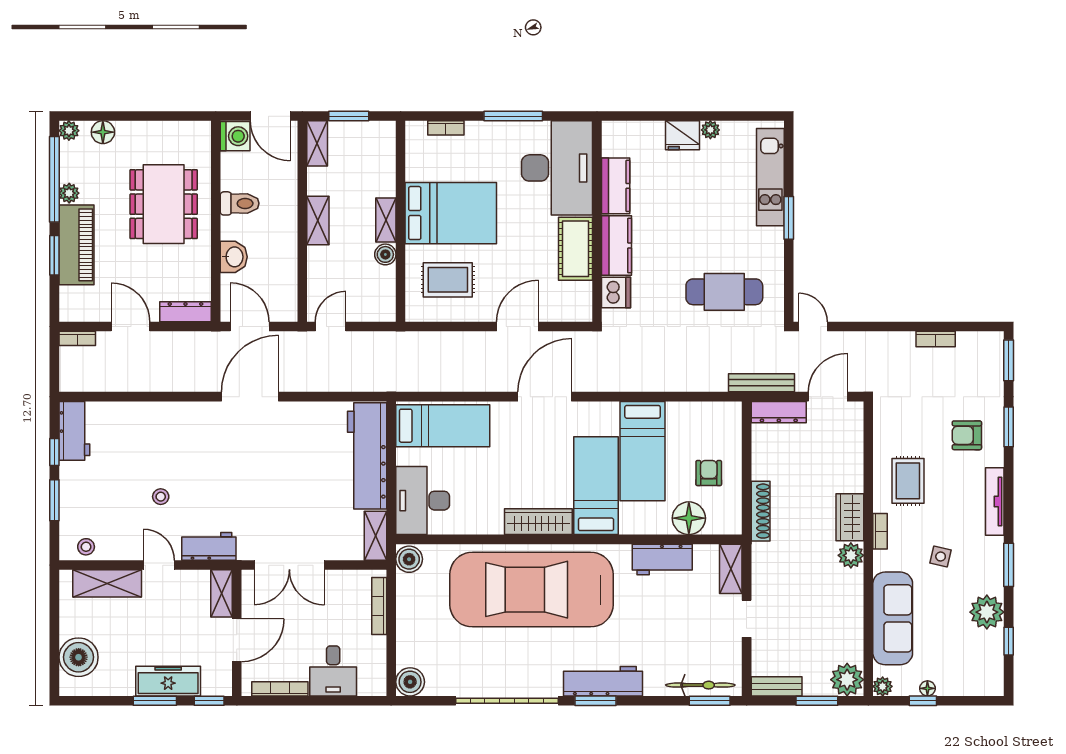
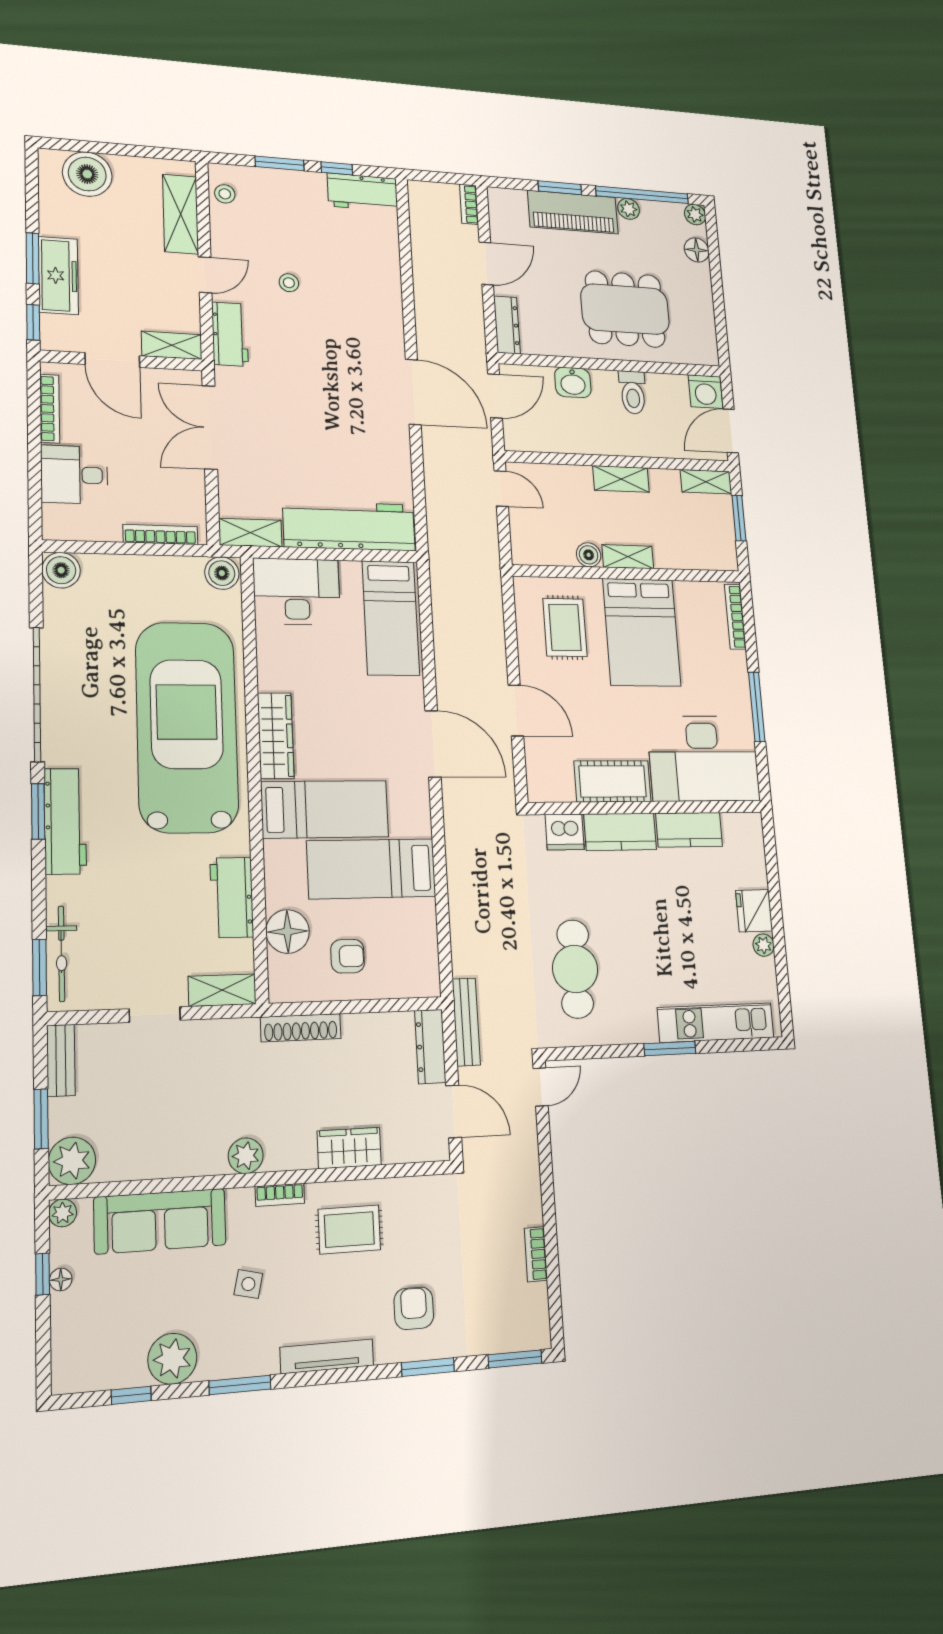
bookcase: (446, 128) -> (735, 617), width x1.56
wardrobe: (850, 517) -> (349, 1148), moved

